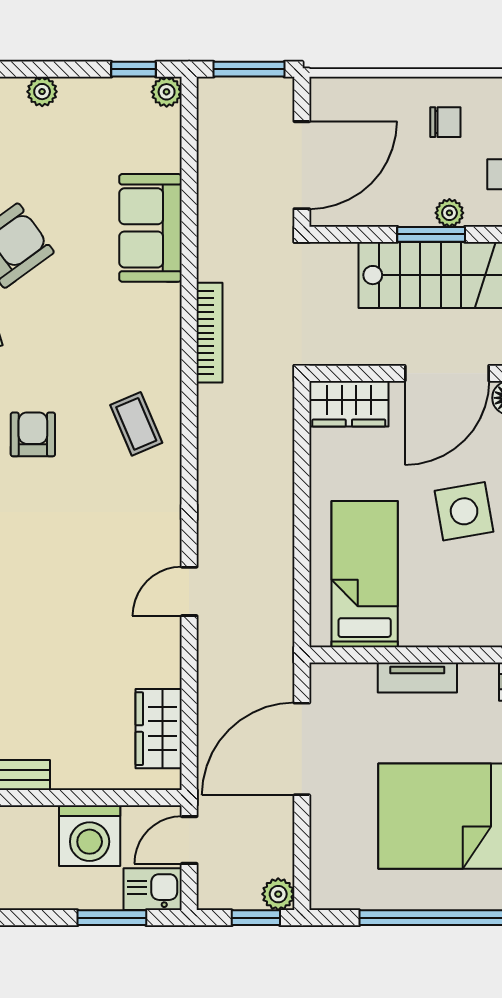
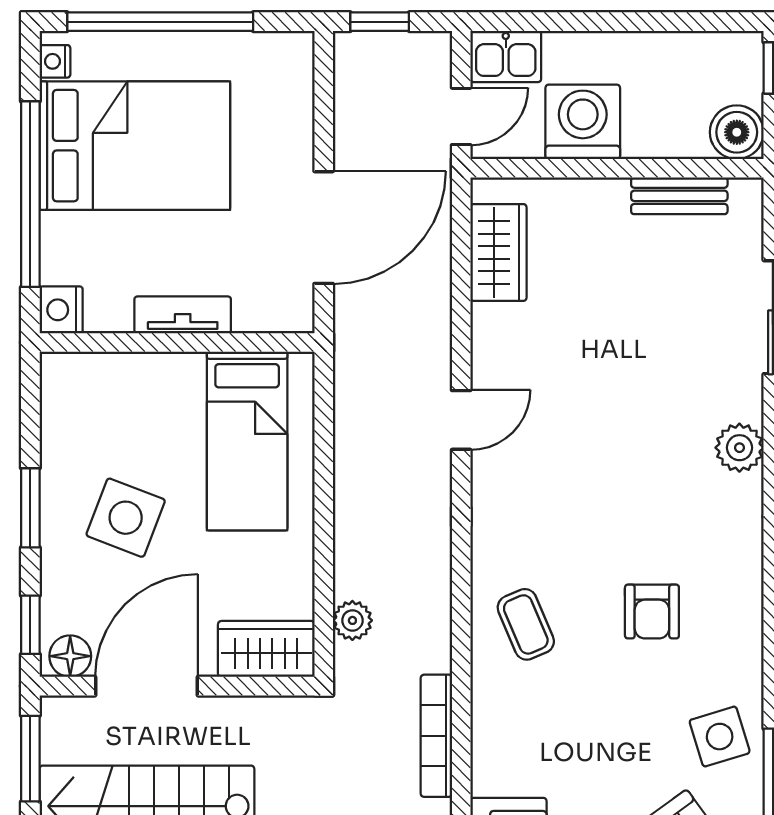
side table: (464, 511) -> (126, 518), turned 31
plant: (278, 894) -> (352, 620), moved
window: (112, 918) -> (556, 22), removed

